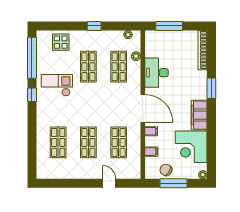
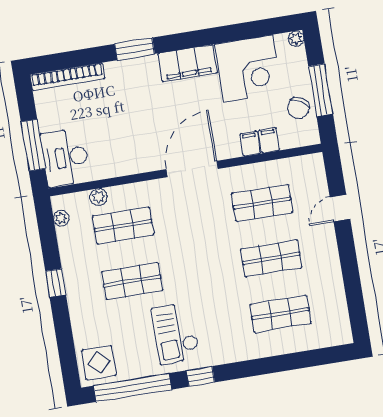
display table: (61, 42) -> (99, 363), moved
desk: (157, 73) -> (65, 158), moved, turned 90
filing cabinet: (151, 131) -> (250, 144), moved

